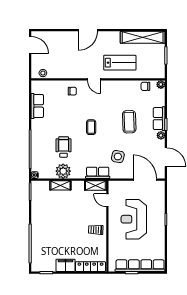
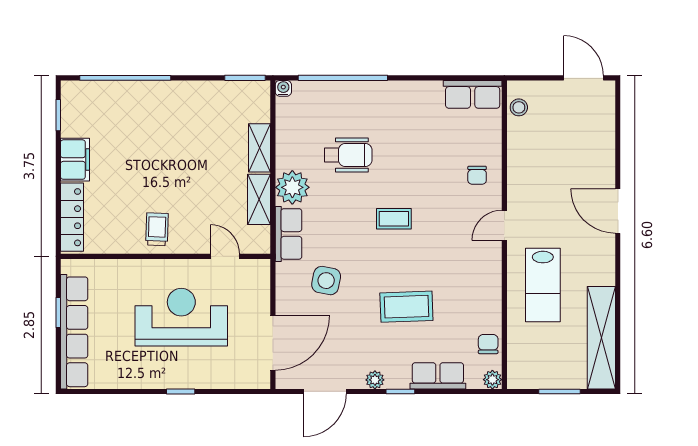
door: (30, 45) -> (583, 78), swing flipped
row of seats: (37, 106) -> (473, 94), moved
row of seats: (159, 119) -> (438, 376), moved
plant: (63, 171) -> (292, 187), moved
shelving: (95, 186) -> (259, 199), moved
door: (107, 200) -> (225, 256), hinge flipped

